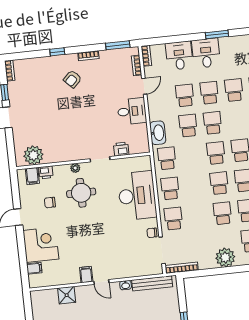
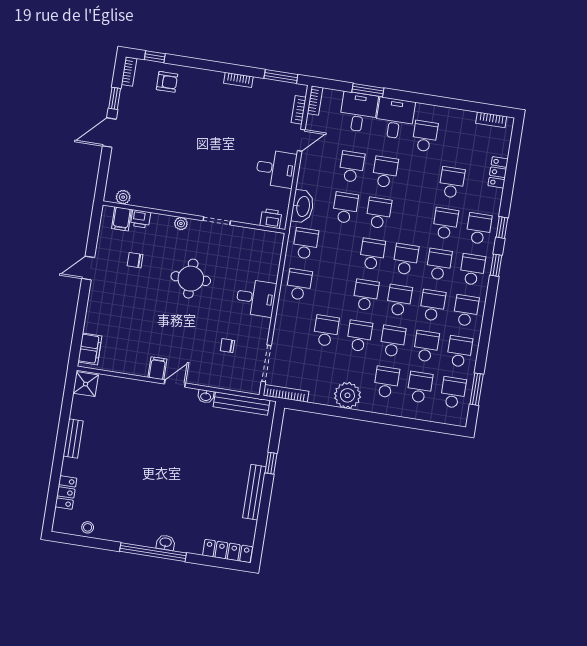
window: (217, 34) -> (368, 90), moved
window: (57, 52) -> (155, 57), moved
armchair: (72, 79) -> (167, 82), moved, turned -135
school desk: (234, 90) -> (425, 136), moved
printer: (121, 149) -> (271, 218), moved
plant: (33, 155) -> (123, 197), width x0.53, depth x0.53
round table: (81, 193) -> (191, 279), moved
desk: (137, 196) -> (256, 298), width x0.53, depth x0.77
school desk: (173, 219) -> (326, 331), moved
chair: (152, 233) -> (227, 346), moved
corner desk: (41, 245) -> (108, 313), removed
filing cabinet: (34, 268) -> (90, 349), width x2.00
door: (101, 282) -> (175, 384), swing flipped
shower: (67, 295) -> (86, 384), moved

